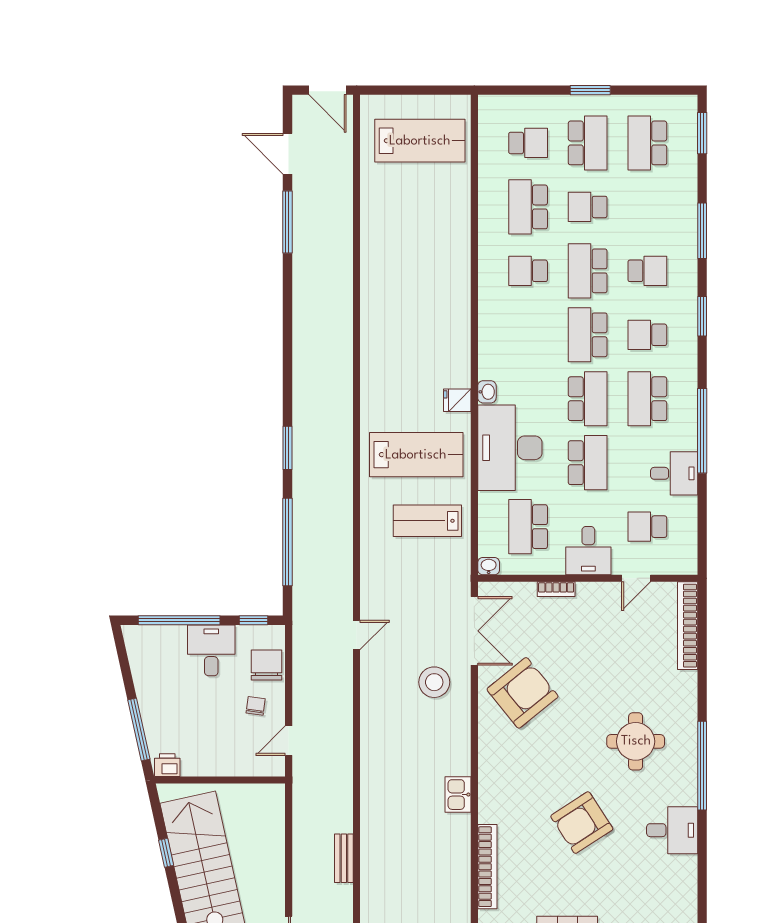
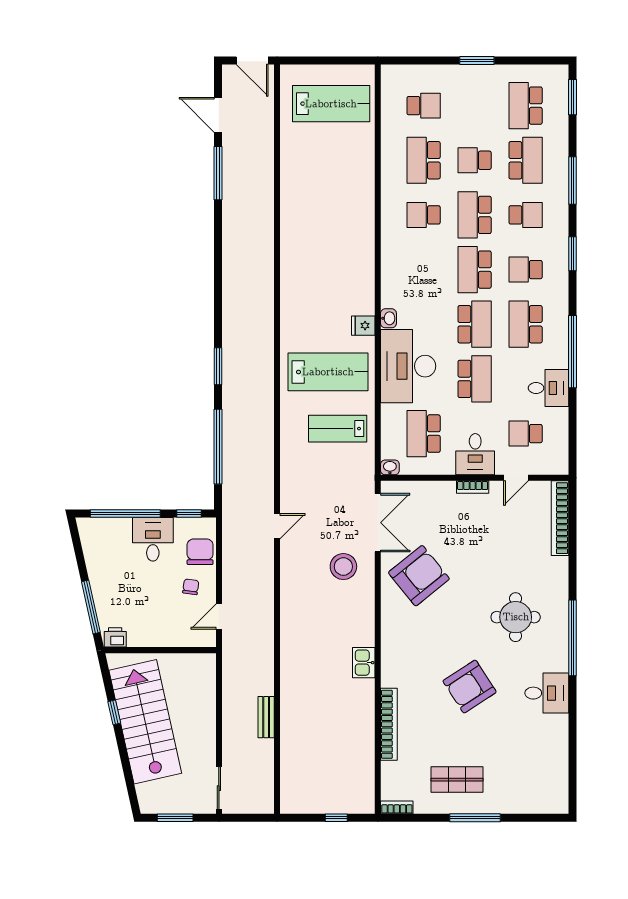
school desk: (588, 143) -> (526, 160), moved
bookcase: (556, 589) -> (473, 487), moved

